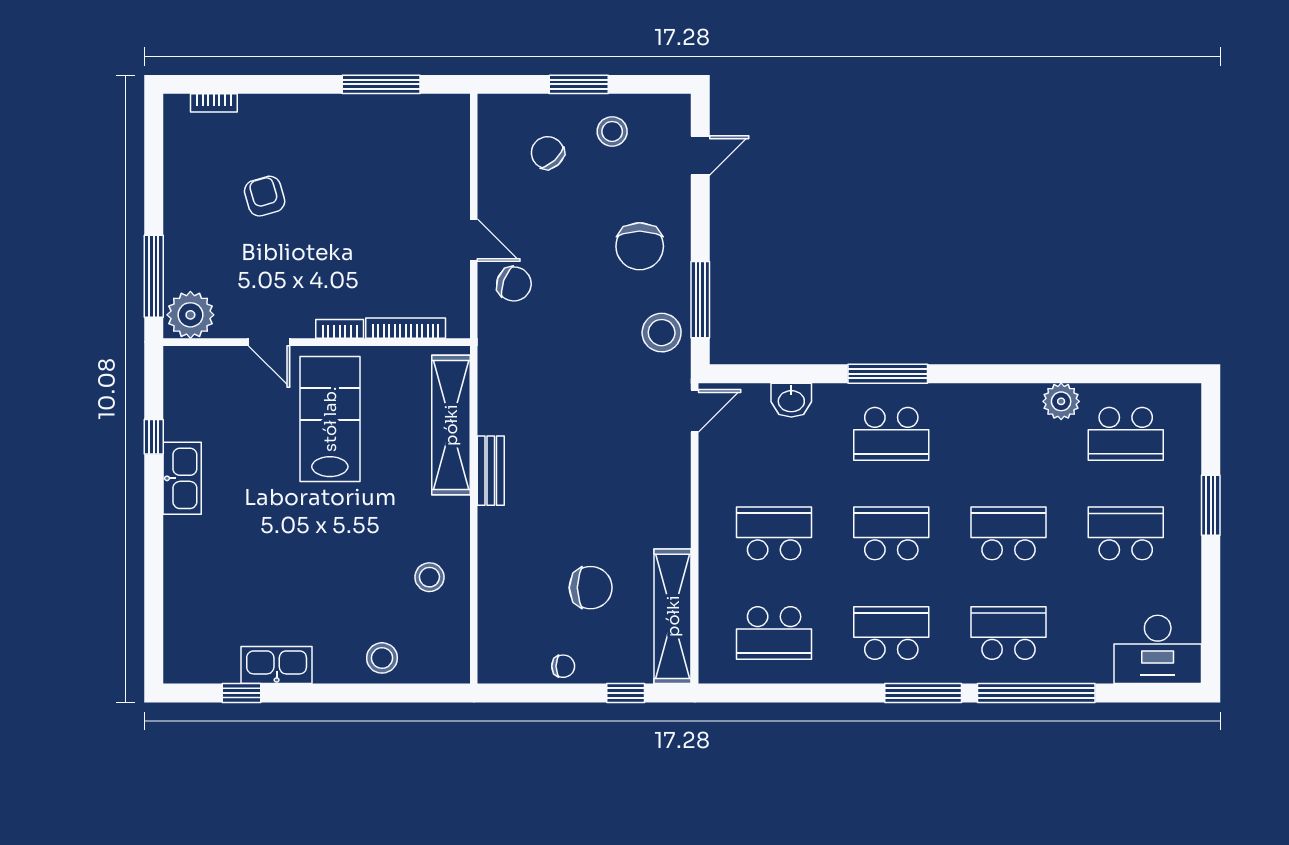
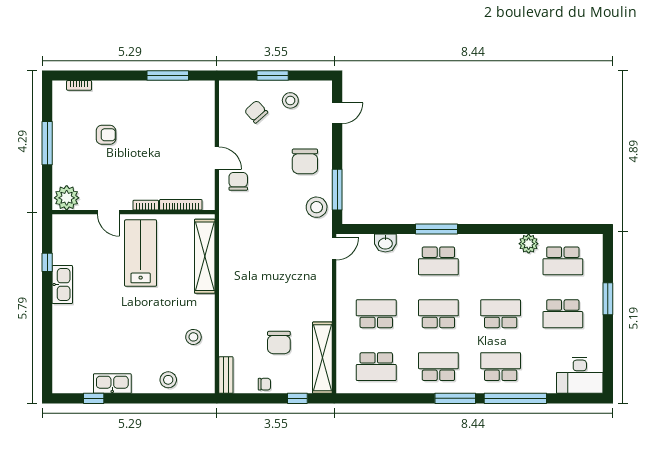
armchair: (265, 196) -> (106, 135), turned 106
window: (154, 276) -> (47, 143), moved
chair: (514, 284) -> (238, 181), turned -110
bench: (491, 471) -> (226, 375), moved
school desk: (1126, 533) -> (563, 314), turned 180
chair: (591, 588) -> (279, 342), turned 90

